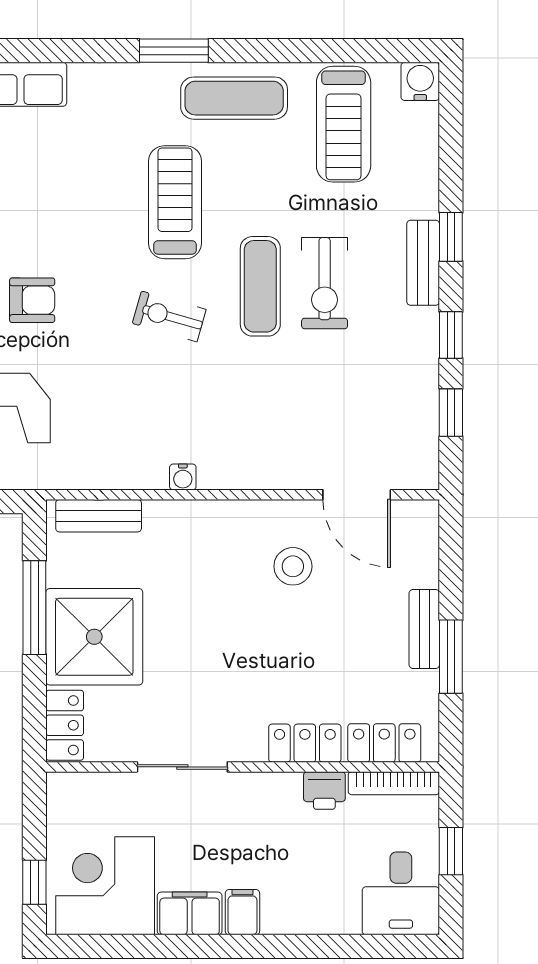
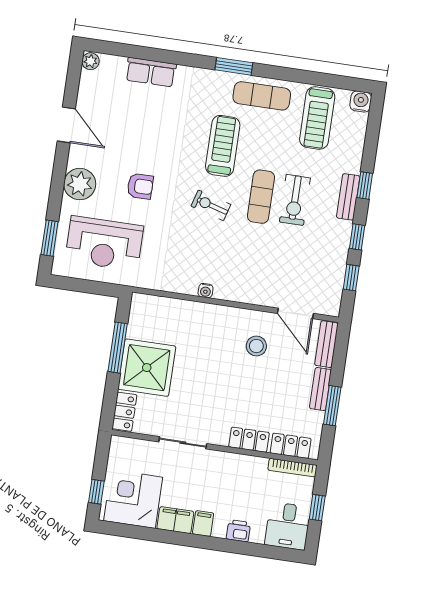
bench: (99, 516) -> (326, 344), moved, turned 90
printer: (324, 790) -> (238, 531), moved, turned 180

